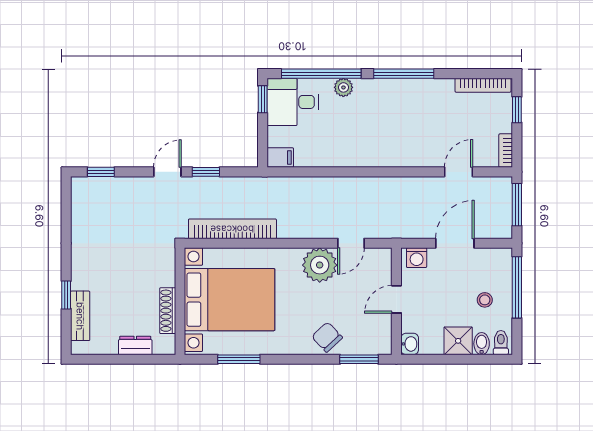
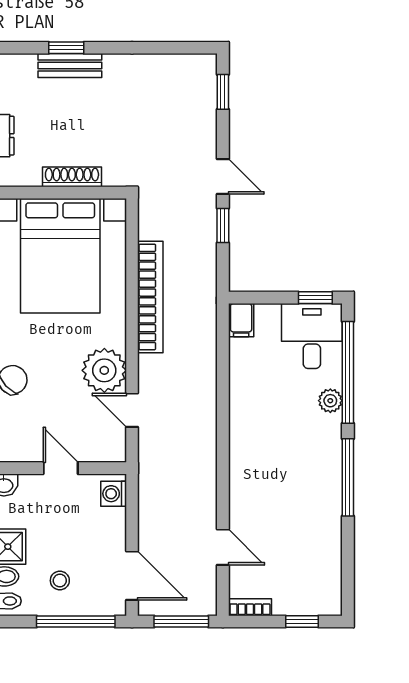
bookcase: (483, 85) -> (333, 578), removed
bookcase: (232, 229) -> (150, 297), moved
door: (455, 243) -> (132, 576), moved
shoe rack: (168, 311) -> (72, 177), moved
bench: (80, 316) -> (70, 65), moved

